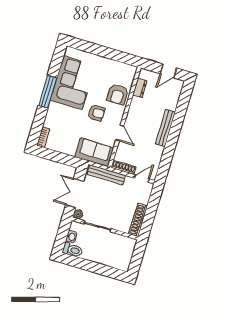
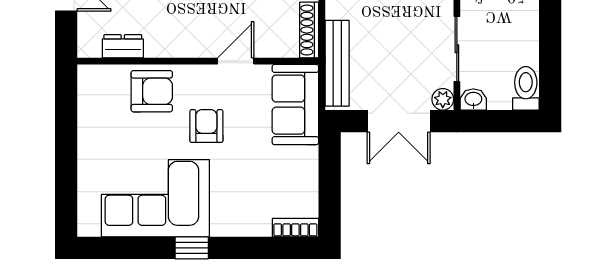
window: (48, 92) -> (192, 248), width x0.46
washbasin: (71, 237) -> (473, 100), moved

